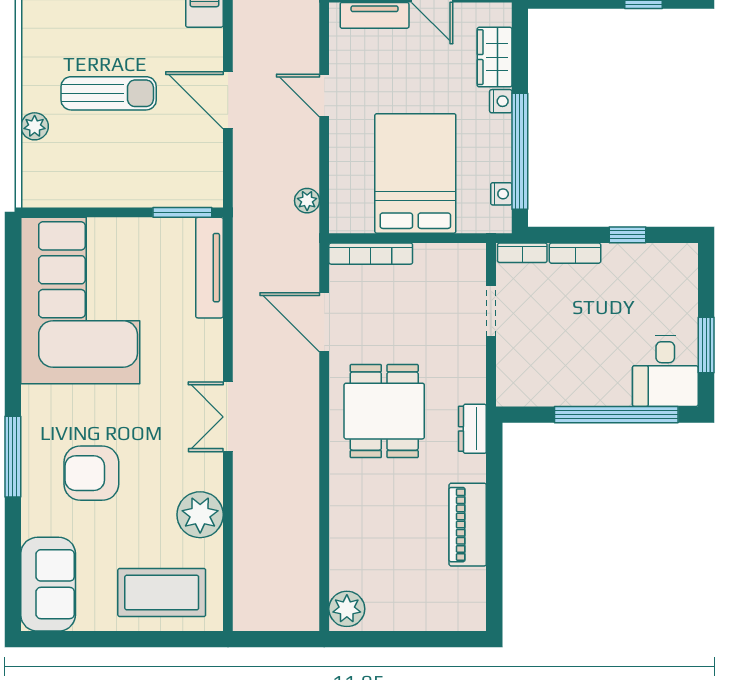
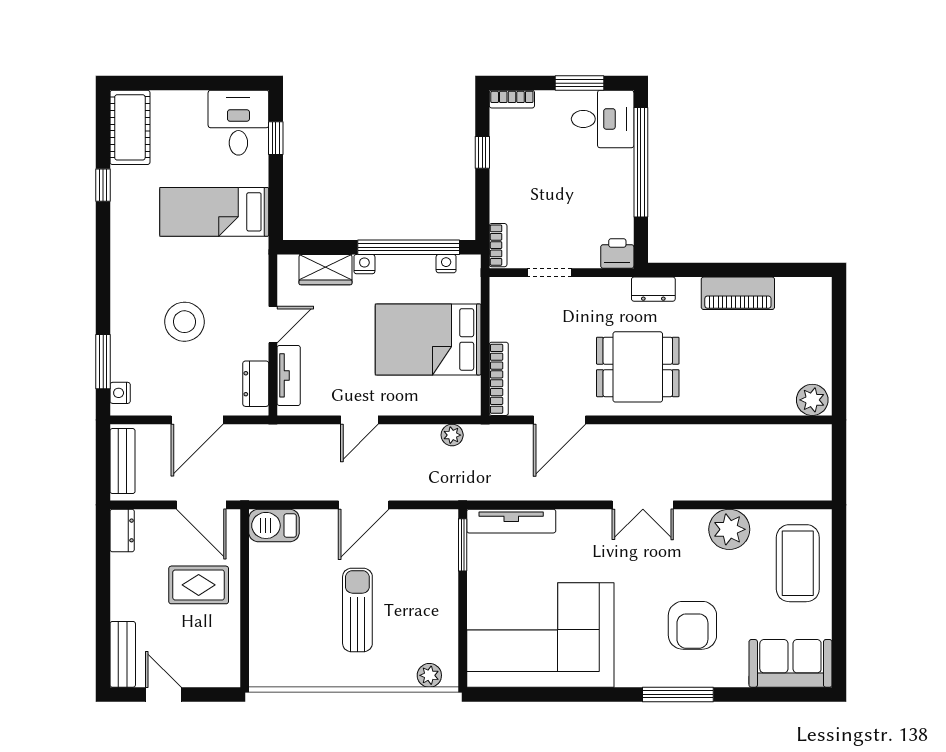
plant: (35, 126) -> (429, 675), moved
bookcase: (575, 253) -> (512, 99), moved, turned 90
printer: (513, 388) -> (617, 253), added

